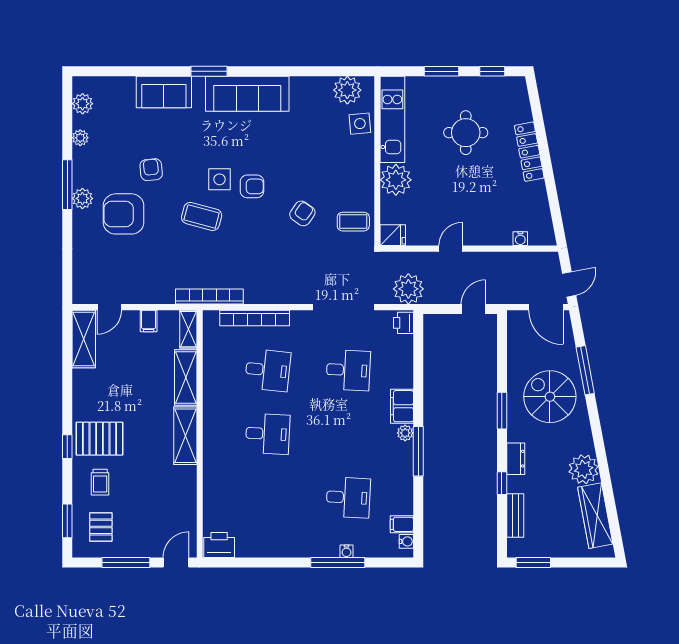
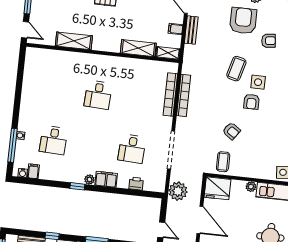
plant: (396, 180) -> (251, 187), width x0.53, depth x0.53
fridge: (393, 235) -> (218, 188), width x1.88, depth x1.34
door: (451, 249) -> (200, 220), width x1.88
bench: (147, 296) -> (191, 30), added
bookcase: (209, 297) -> (184, 95), moved
printer: (403, 323) -> (136, 183), moved
desk: (268, 370) -> (137, 99), removed
shelving: (185, 436) -> (74, 41), moved
window: (418, 451) -> (77, 186), width x0.46
printer: (219, 545) -> (33, 57), removed
window: (338, 562) -> (12, 145), moved

